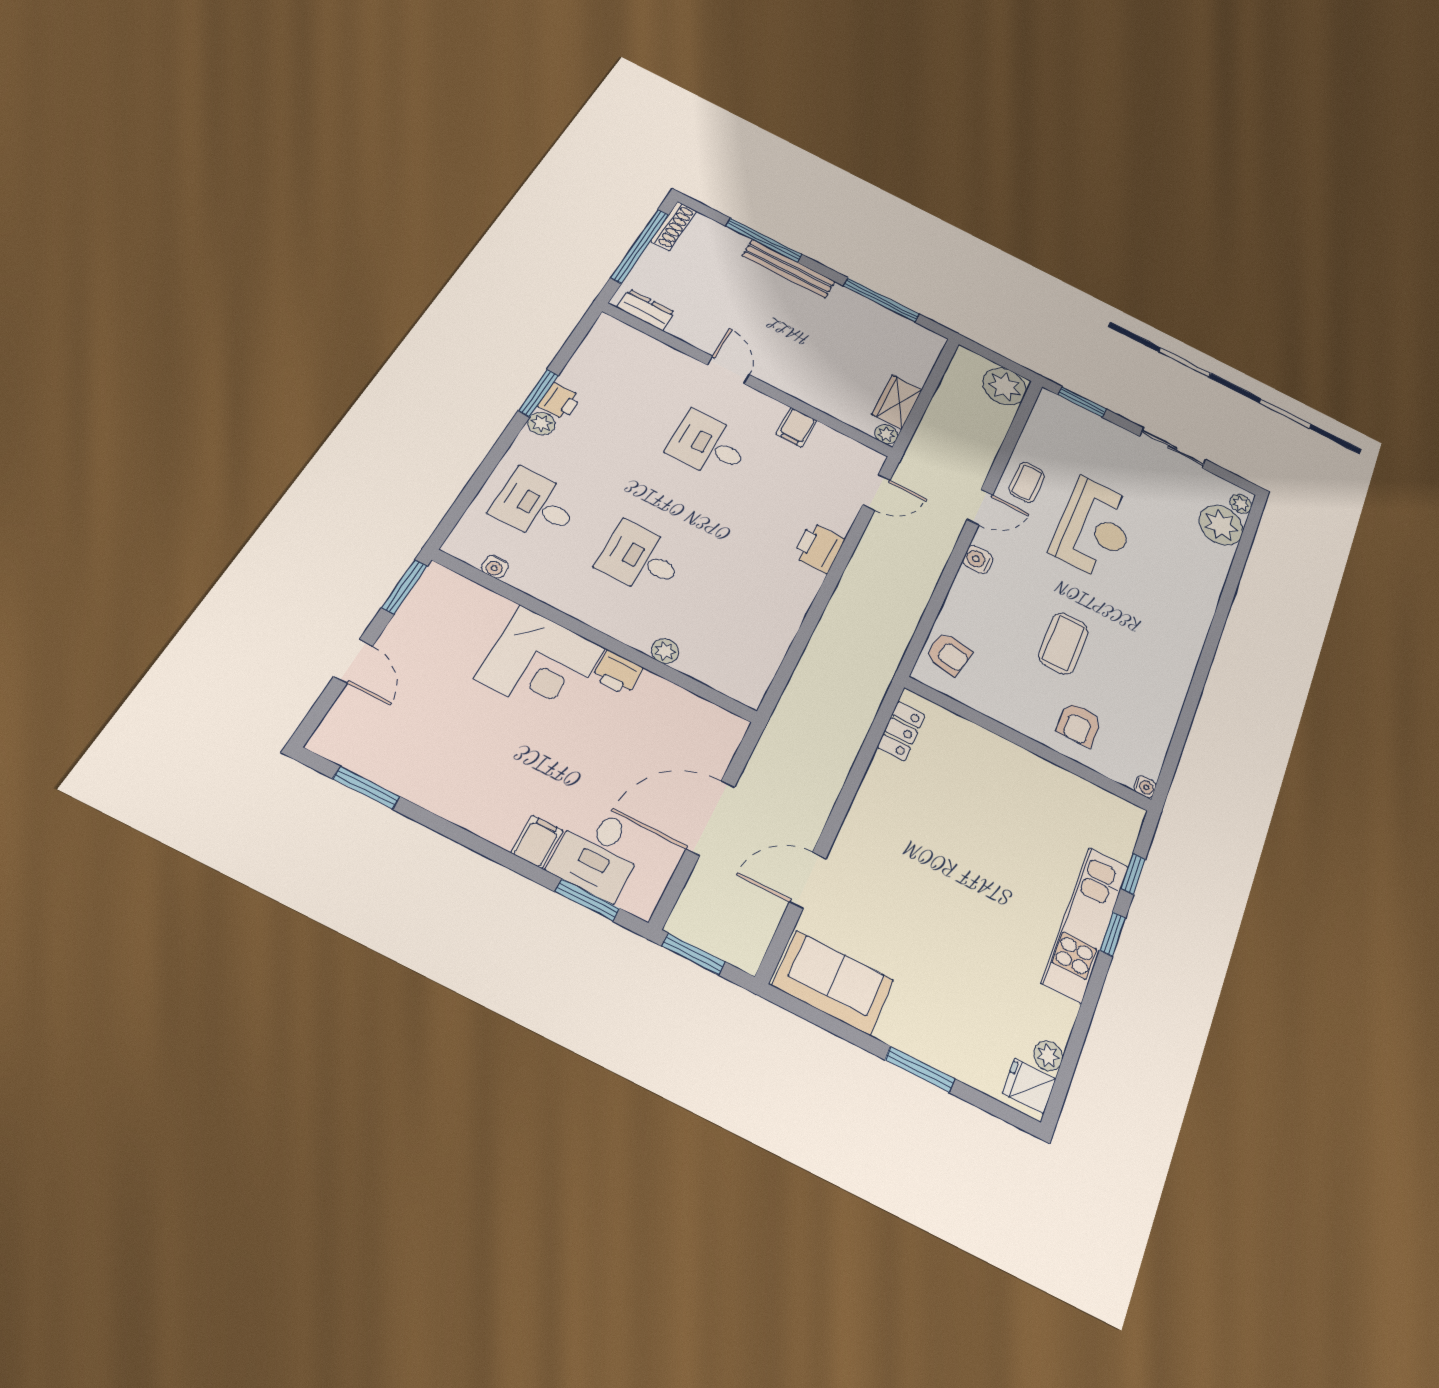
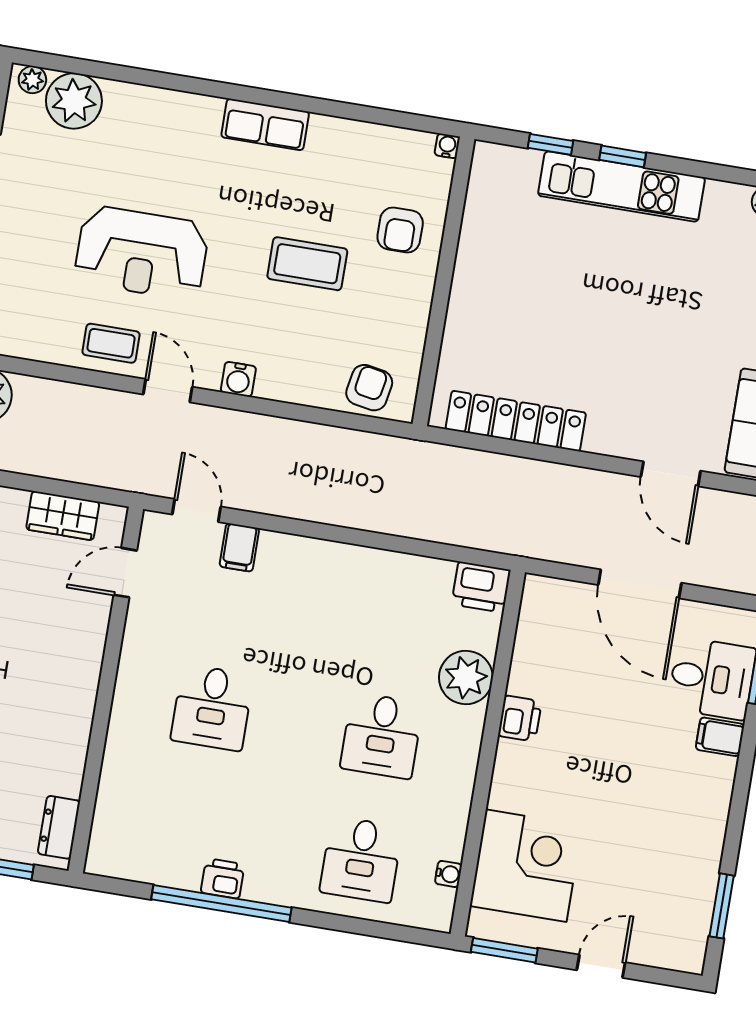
door: (728, 370) -> (125, 573), moved
window: (538, 393) -> (221, 903), width x2.11
plant: (541, 423) -> (259, 887), removed
filing cabinet: (796, 427) -> (239, 547), moved, turned 90
plant: (886, 434) -> (113, 518), removed
reception desk: (1095, 528) -> (142, 253), turned 180
printer: (819, 548) -> (481, 587), moved
plant: (665, 651) -> (466, 677), width x1.87, depth x1.87
row of seats: (1184, 652) -> (265, 124), added
corner desk: (540, 663) -> (526, 866), moved
armchair: (1079, 724) -> (400, 230), turned 90
locker: (901, 731) -> (516, 421), width x2.16, depth x1.21

